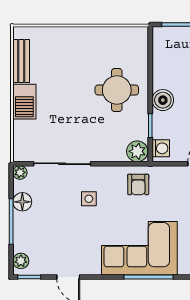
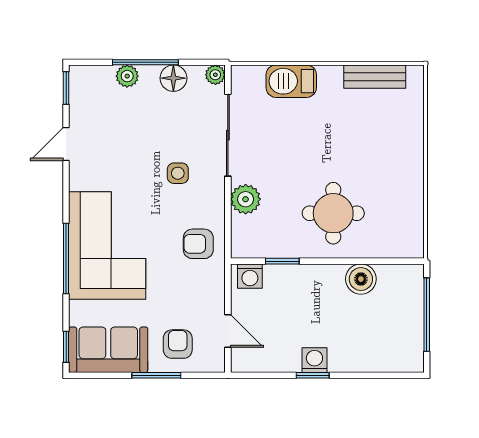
boiler: (163, 100) -> (361, 279), moved
barbecue: (24, 102) -> (291, 81), moved
plant: (137, 151) -> (246, 199), moved
plant: (21, 261) -> (127, 76), moved

